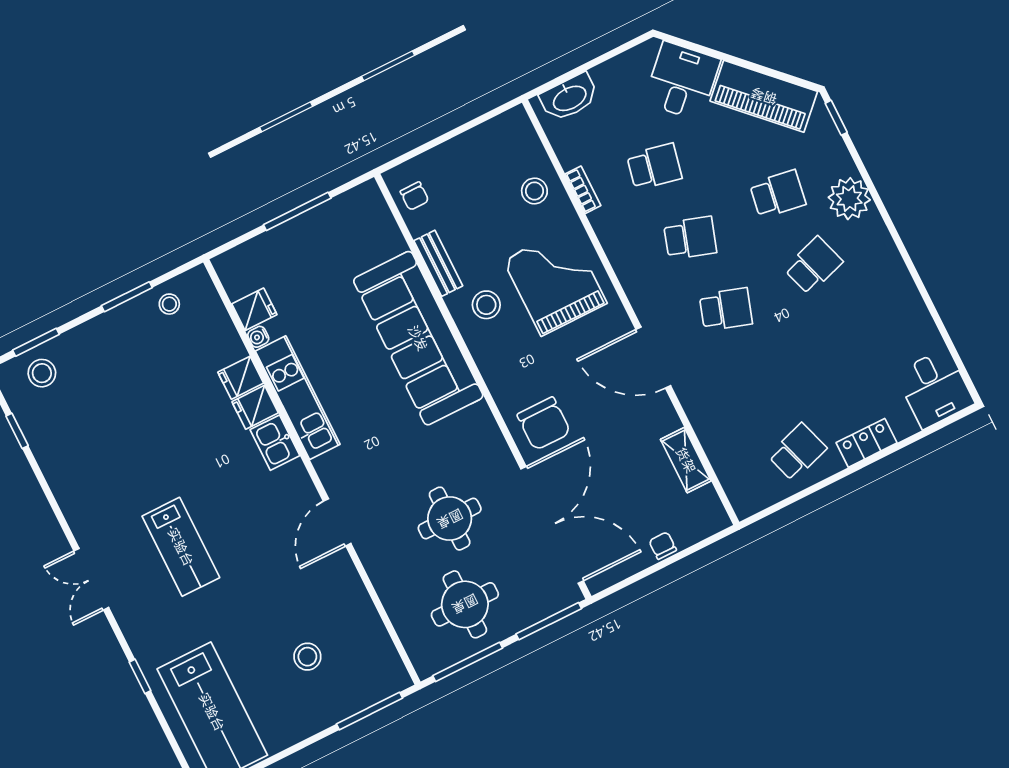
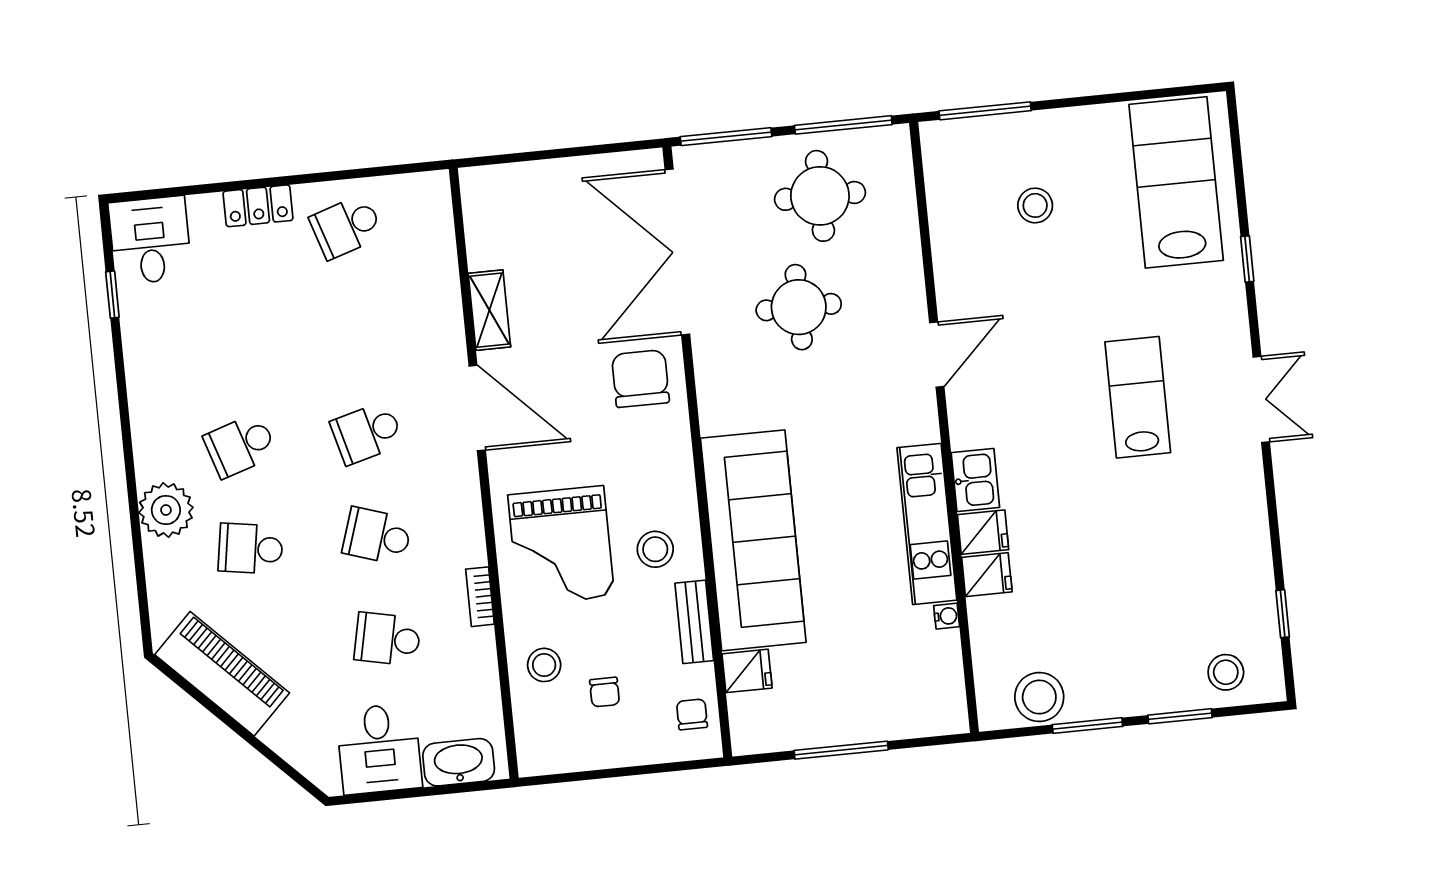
desk: (682, 81) -> (379, 749), moved, turned -45
window: (836, 118) -> (112, 295), moved
bookcase: (583, 190) -> (480, 597), moved
stool: (169, 304) -> (1039, 697), width x1.89, depth x1.89
fridge: (254, 309) -> (747, 671), moved, turned 180
school desk: (726, 309) -> (367, 433), turned -33
window: (36, 342) -> (1180, 716), moved
shelving: (686, 460) -> (489, 310), moved
chair: (663, 546) -> (605, 692), moved

